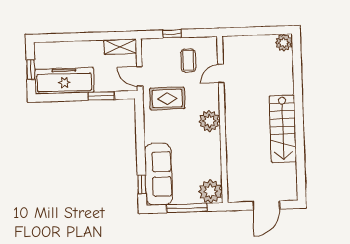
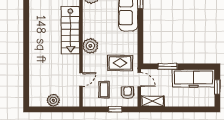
plant: (284, 43) -> (53, 100), moved
armchair: (155, 57) -> (128, 93), added
stairs: (283, 129) -> (70, 30), moved, turned 180

